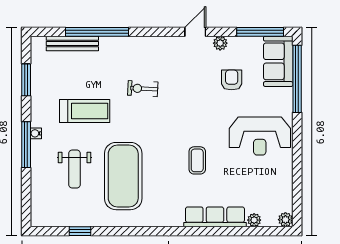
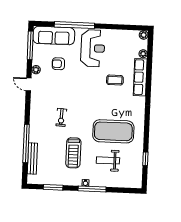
sofa: (278, 61) -> (54, 36), width x1.36
window: (297, 79) -> (74, 25), moved
treadmill: (85, 111) -> (73, 153), turned 180
coffee table: (197, 160) -> (115, 80), moved
weight bench: (75, 169) -> (108, 160), turned 180

